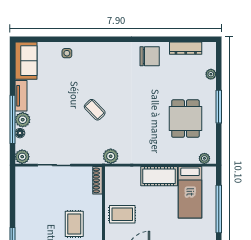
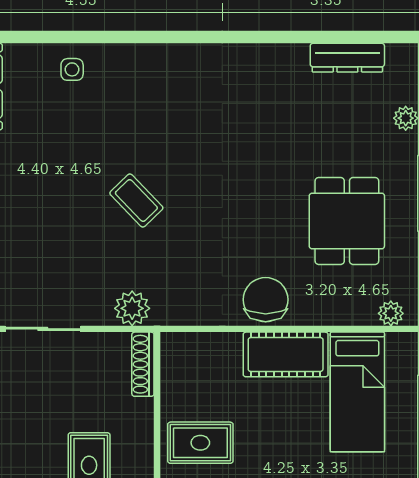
chair: (150, 56) -> (266, 300), moved, turned -90
plant: (111, 156) -> (132, 308), moved

